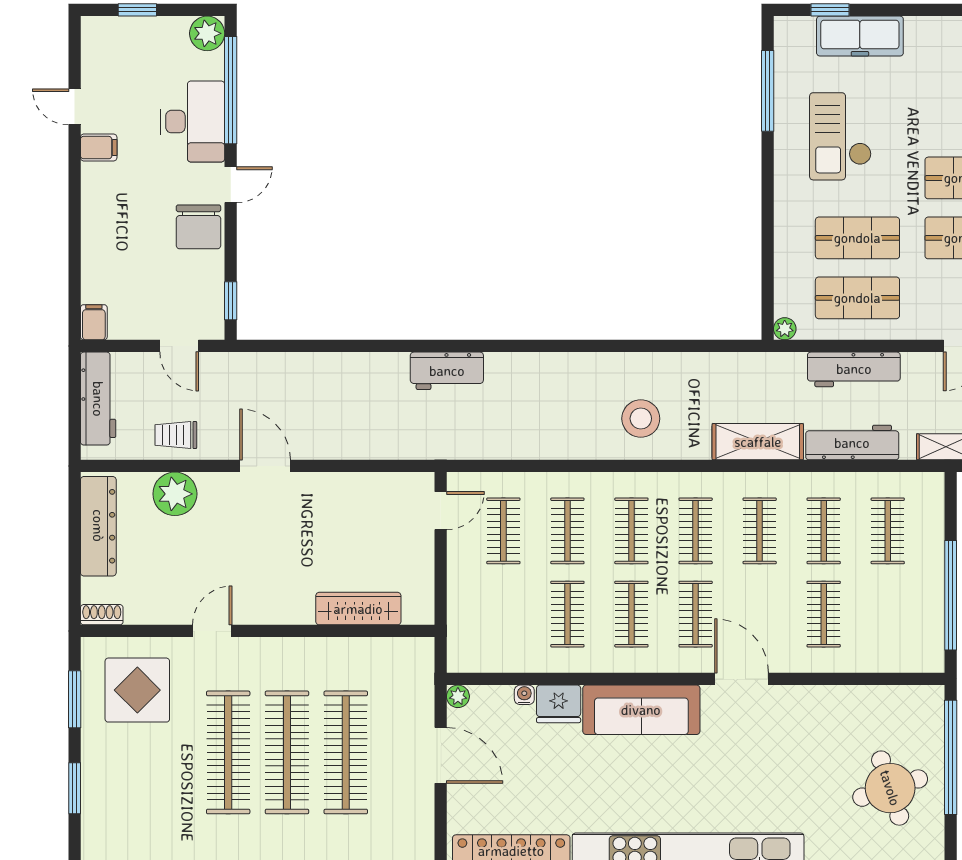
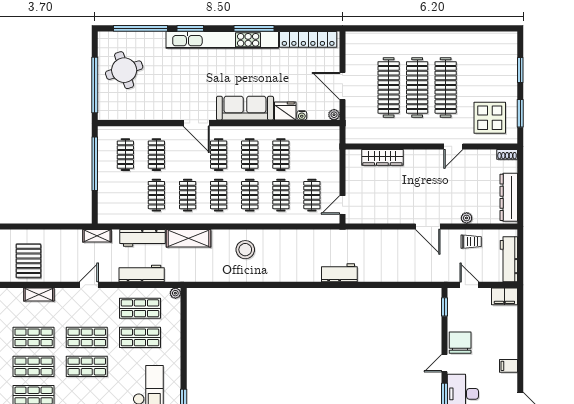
filing cabinet: (99, 148) -> (509, 366), moved
filing cabinet: (94, 322) -> (504, 296), width x2.00
plant: (175, 494) -> (467, 218), width x0.53, depth x0.53
clothes rail: (888, 531) -> (125, 155), moved

